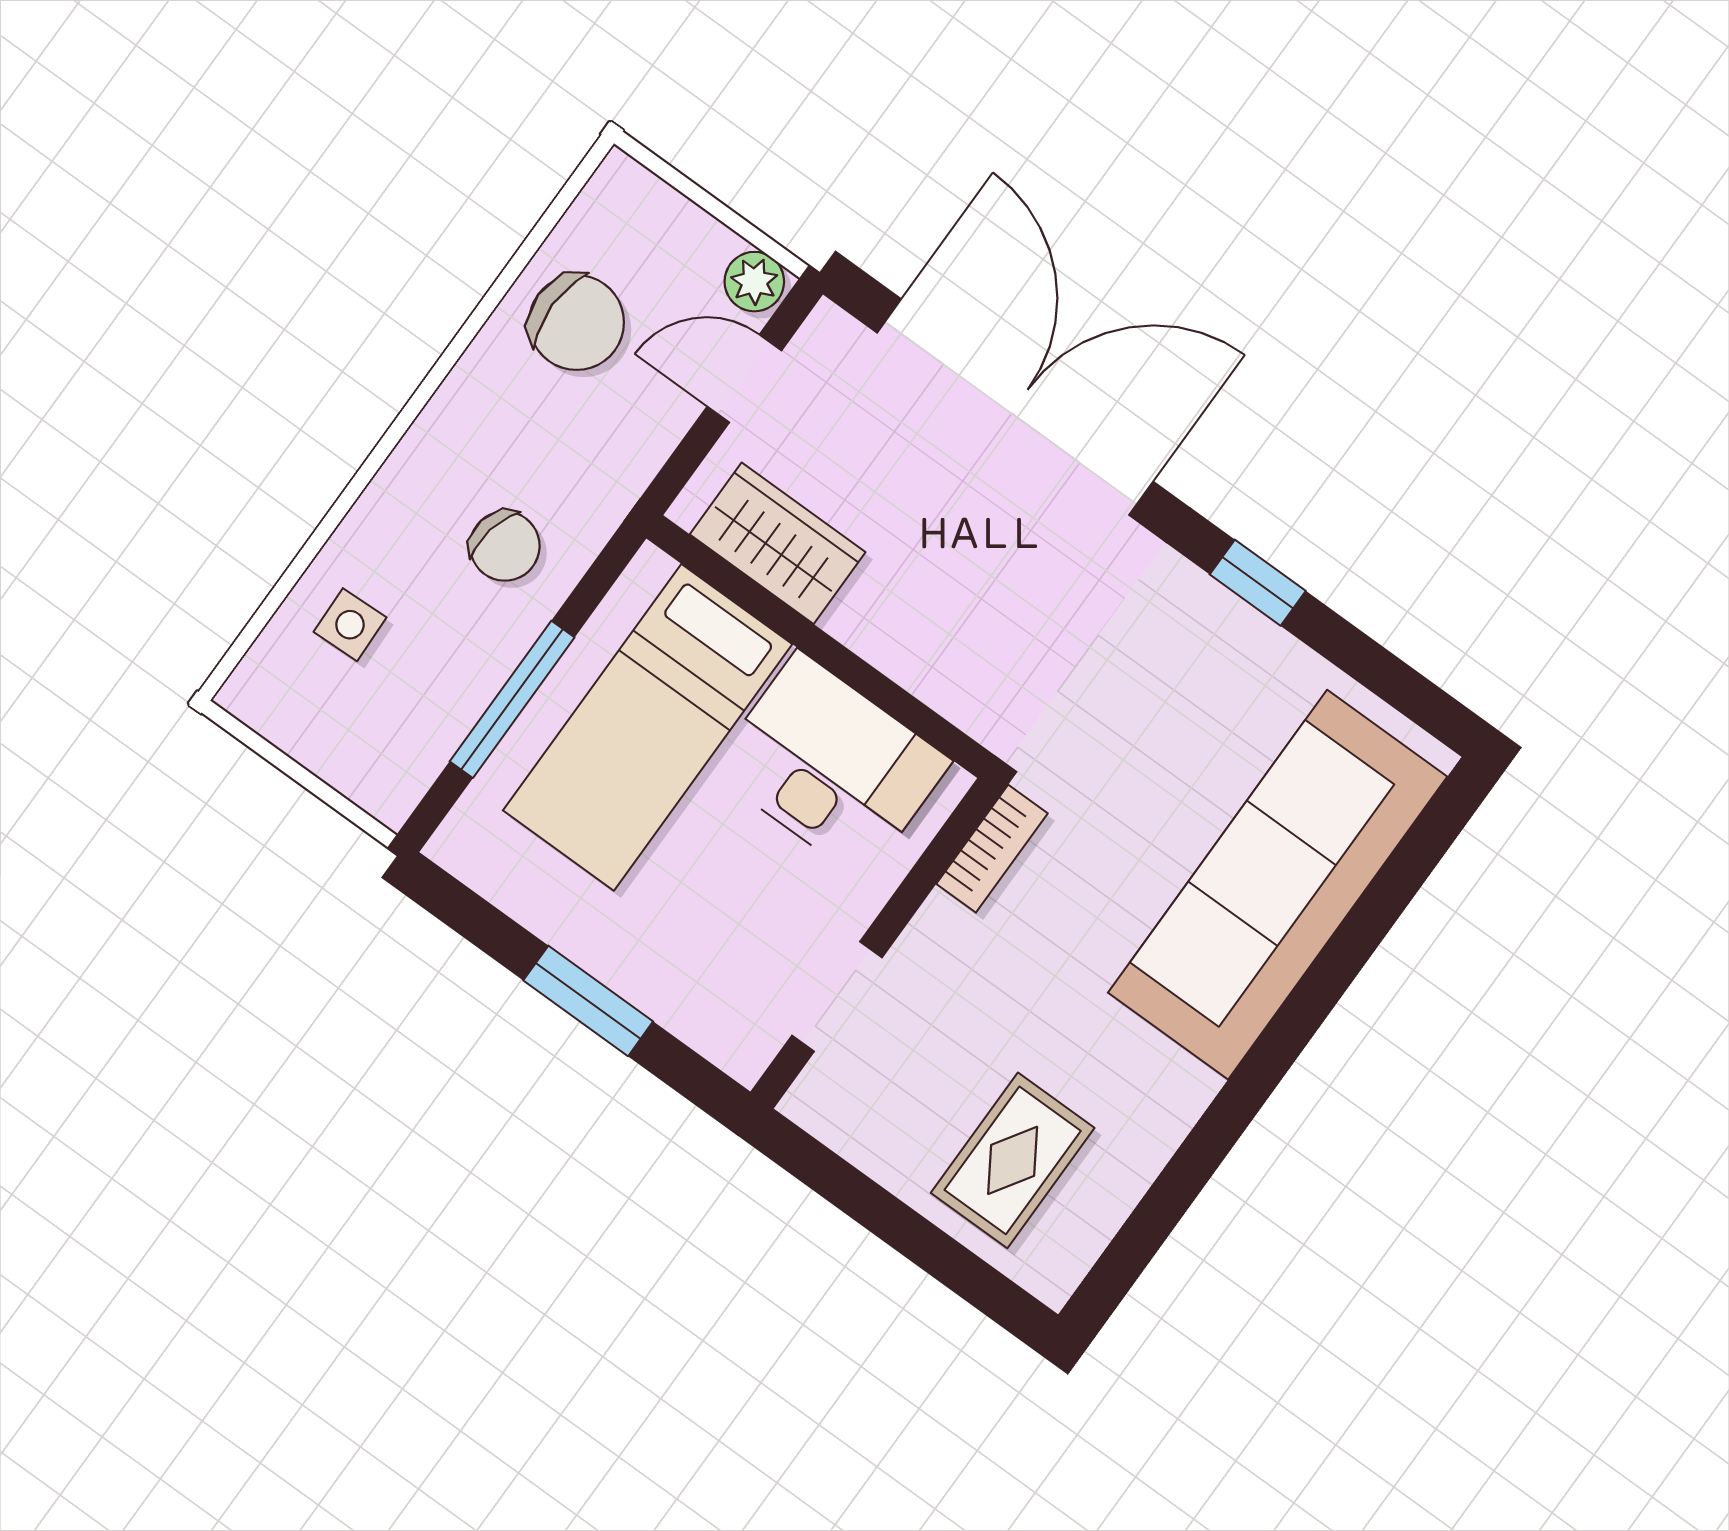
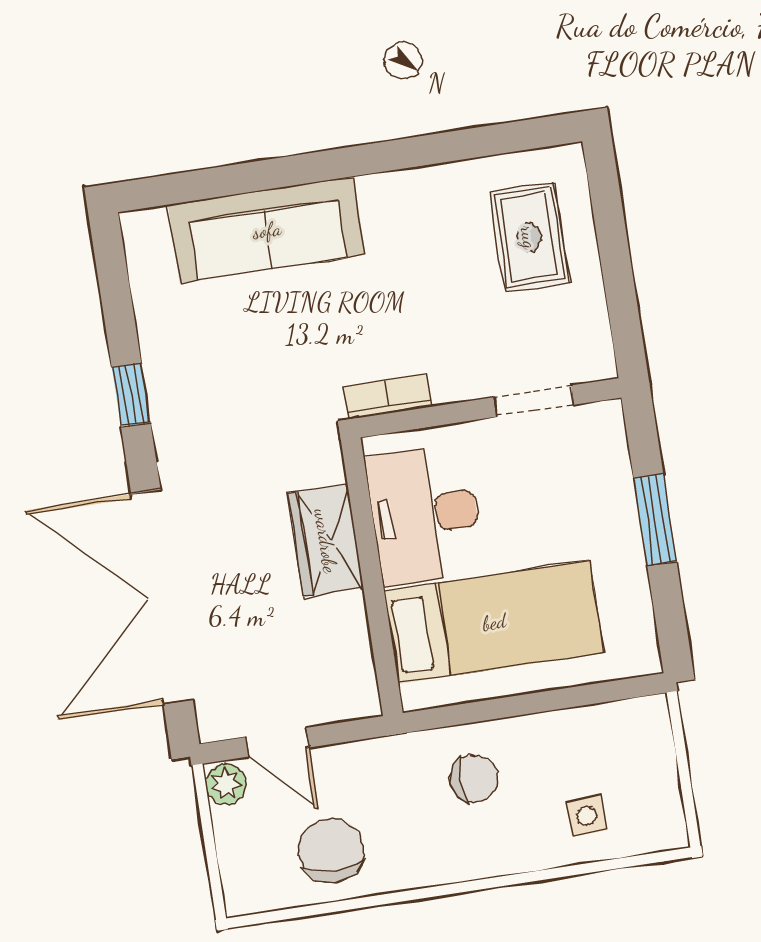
wardrobe: (778, 543) -> (326, 541), moved
chair: (505, 546) -> (474, 778), turned 79
window: (512, 699) -> (545, 701), removed
sofa: (1278, 885) -> (267, 230), width x0.74, depth x0.79
rug: (1013, 1160) -> (529, 237), turned 90

